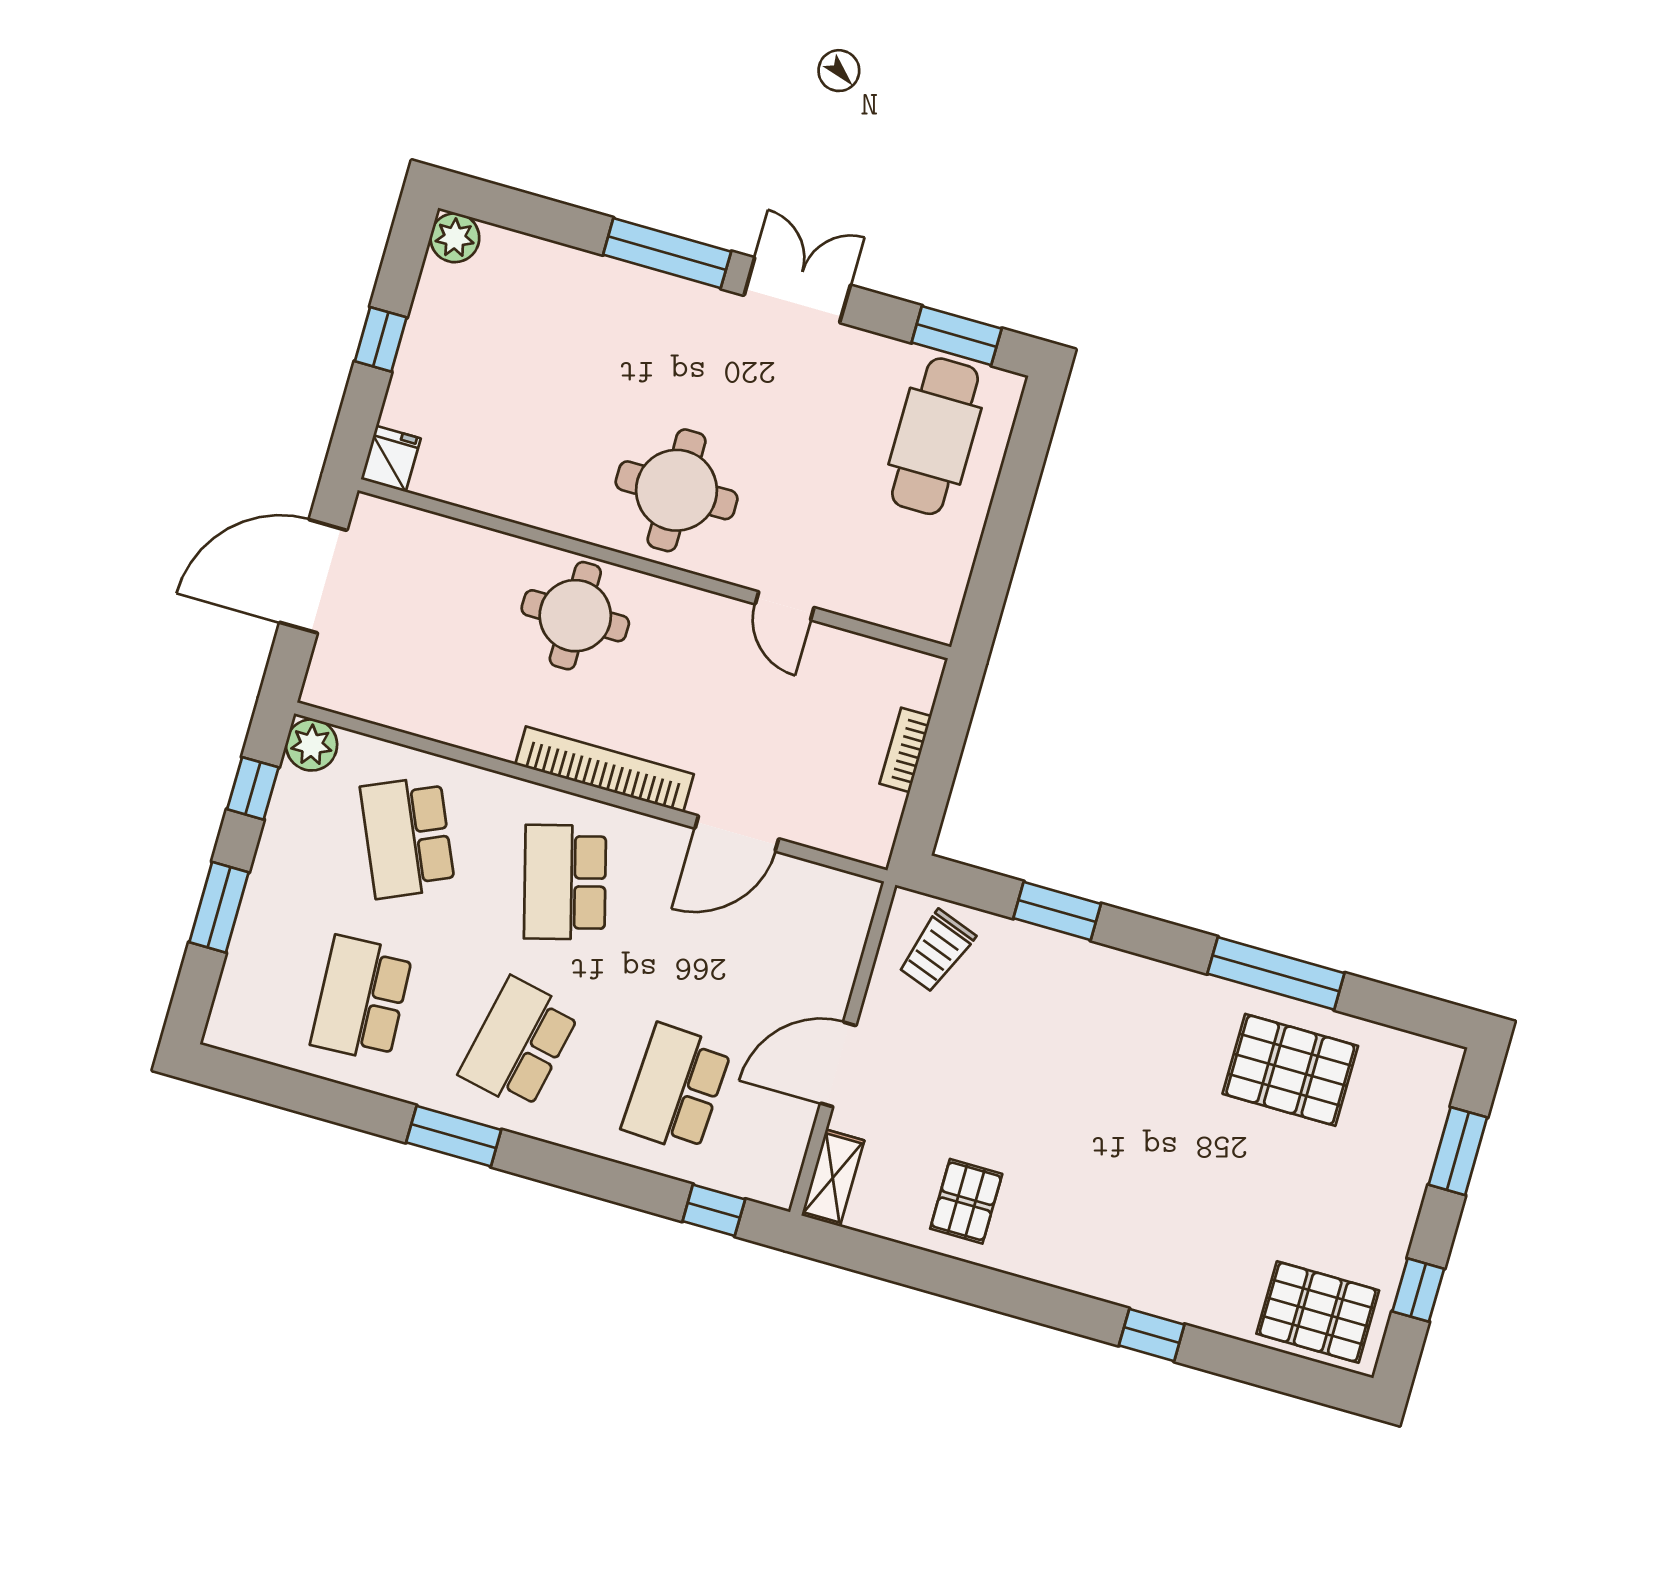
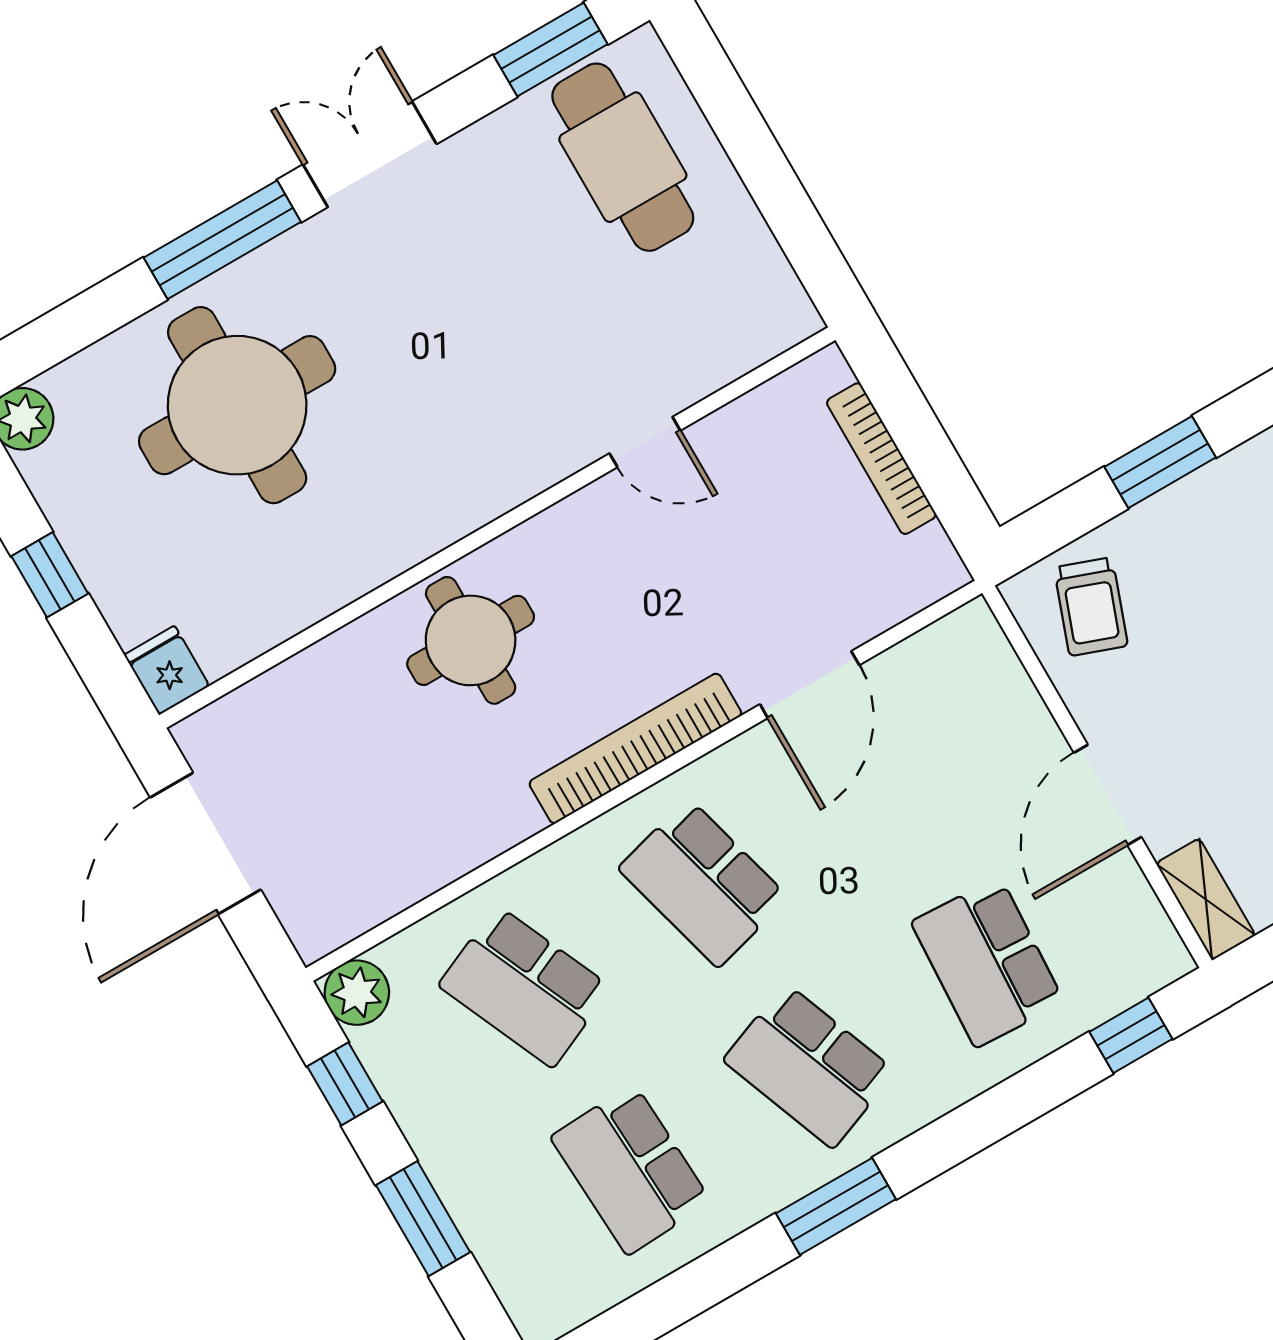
round table: (677, 490) -> (237, 405), moved, width x1.36, depth x1.36
bookcase: (905, 750) -> (881, 459), width x1.56
school desk: (519, 1043) -> (809, 1066), turned -33

